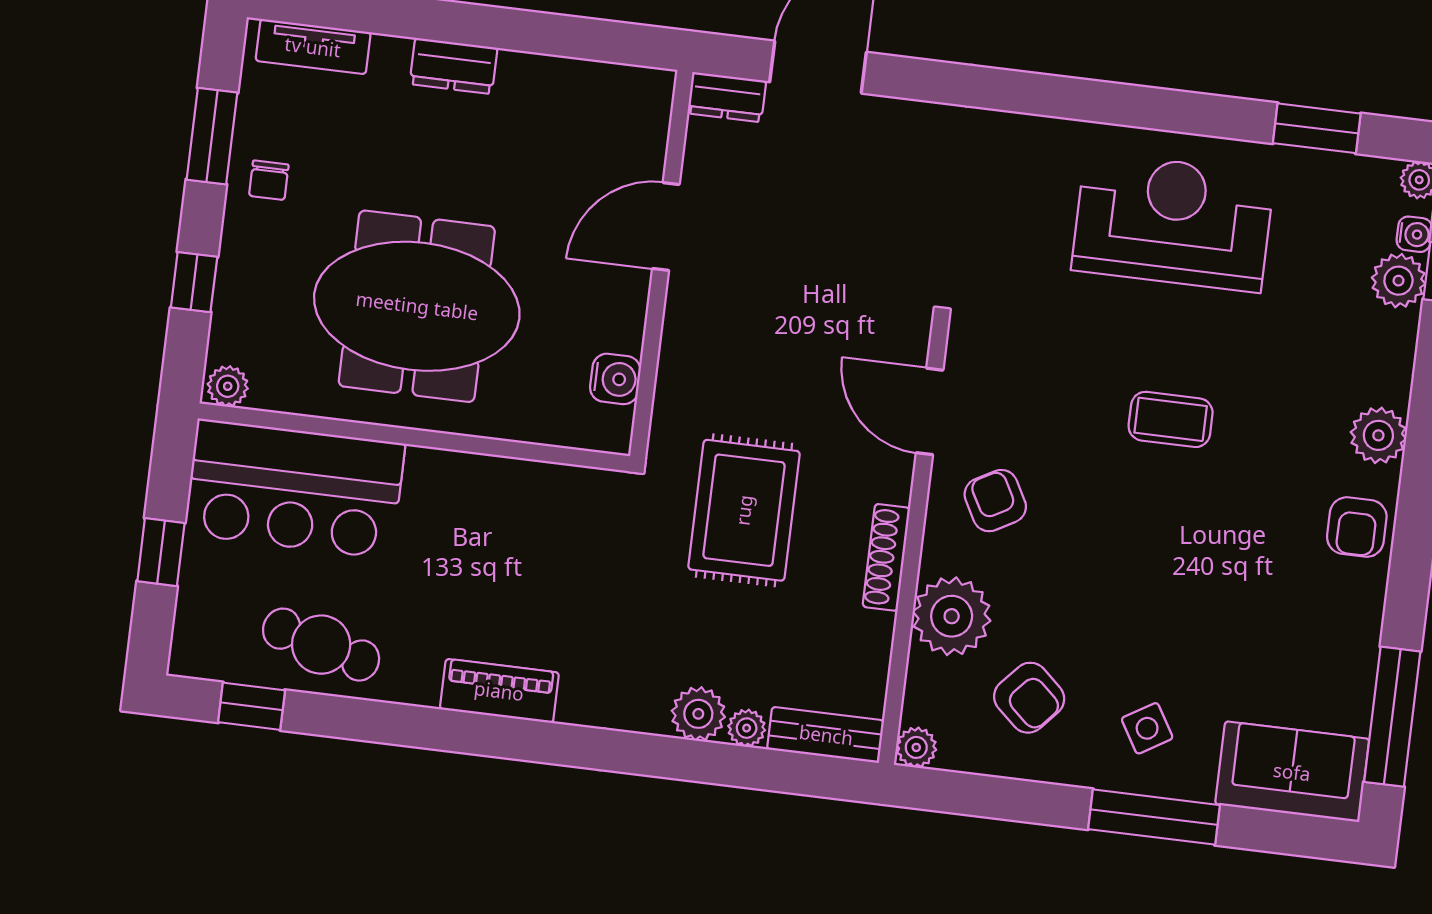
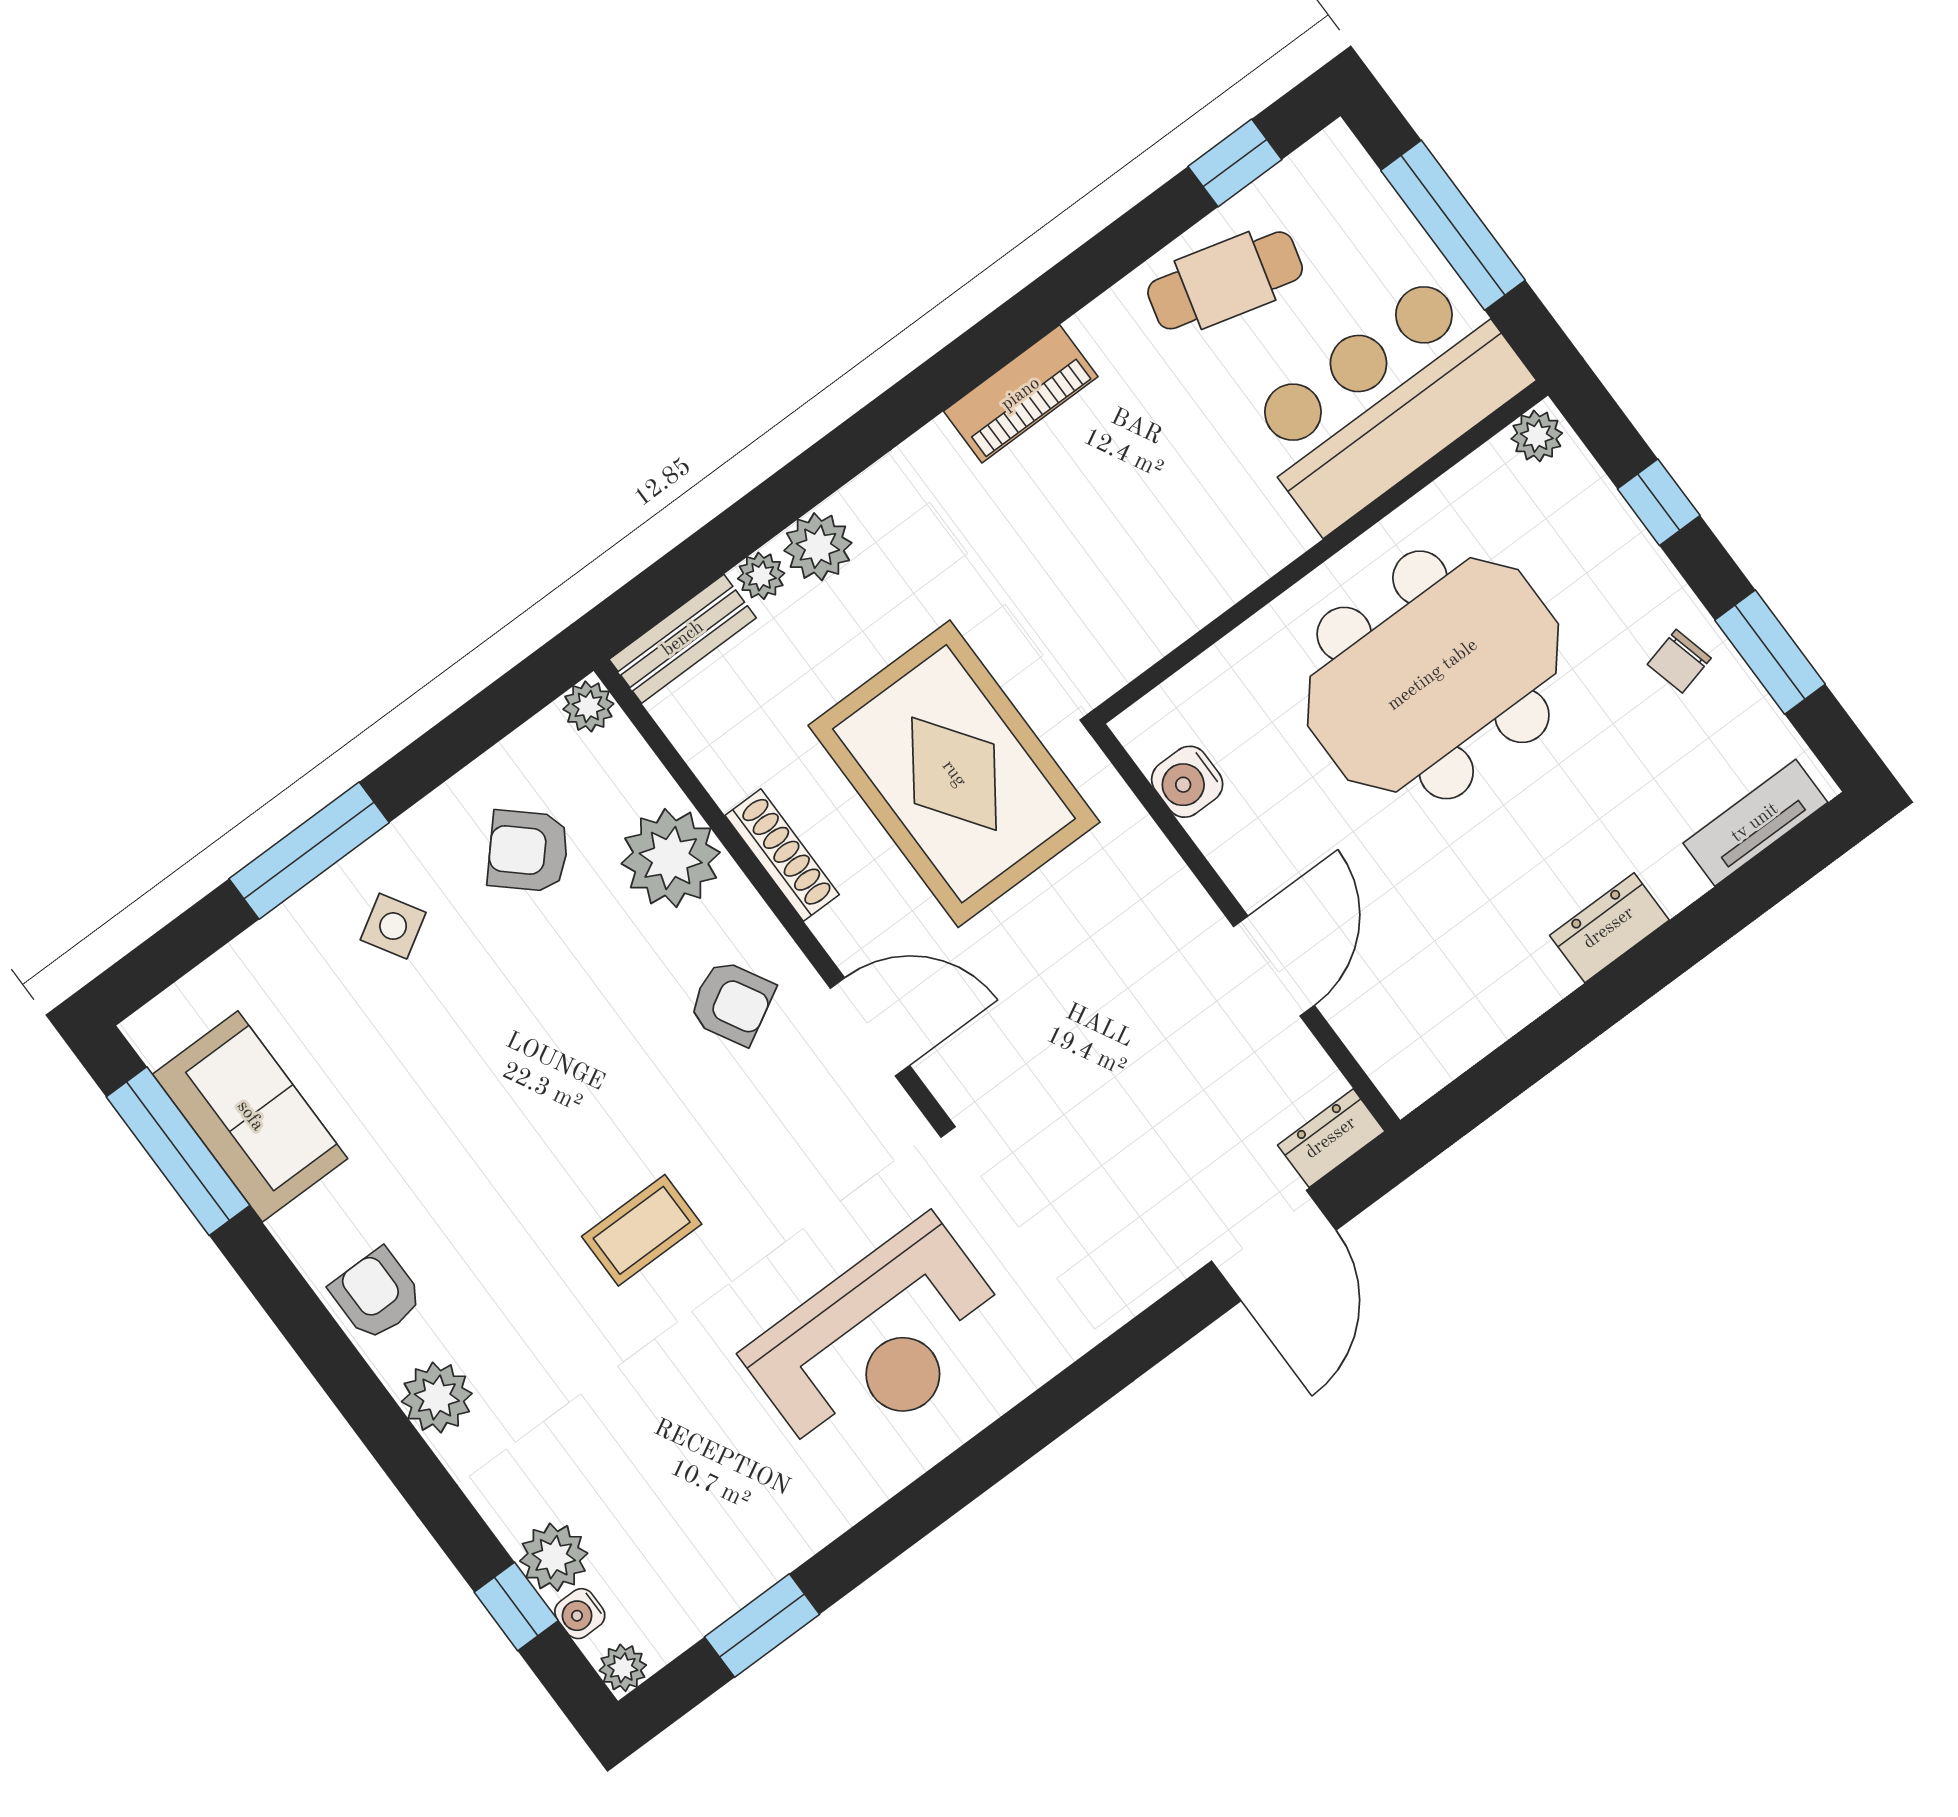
chair: (269, 180) -> (1679, 661), turned -104
reception desk: (1173, 222) -> (879, 1342), moved
rug: (744, 510) -> (954, 774), width x1.37, depth x1.44
window: (161, 552) -> (1453, 225), width x2.17
sofa: (1292, 772) -> (250, 1116), moved, turned -90

